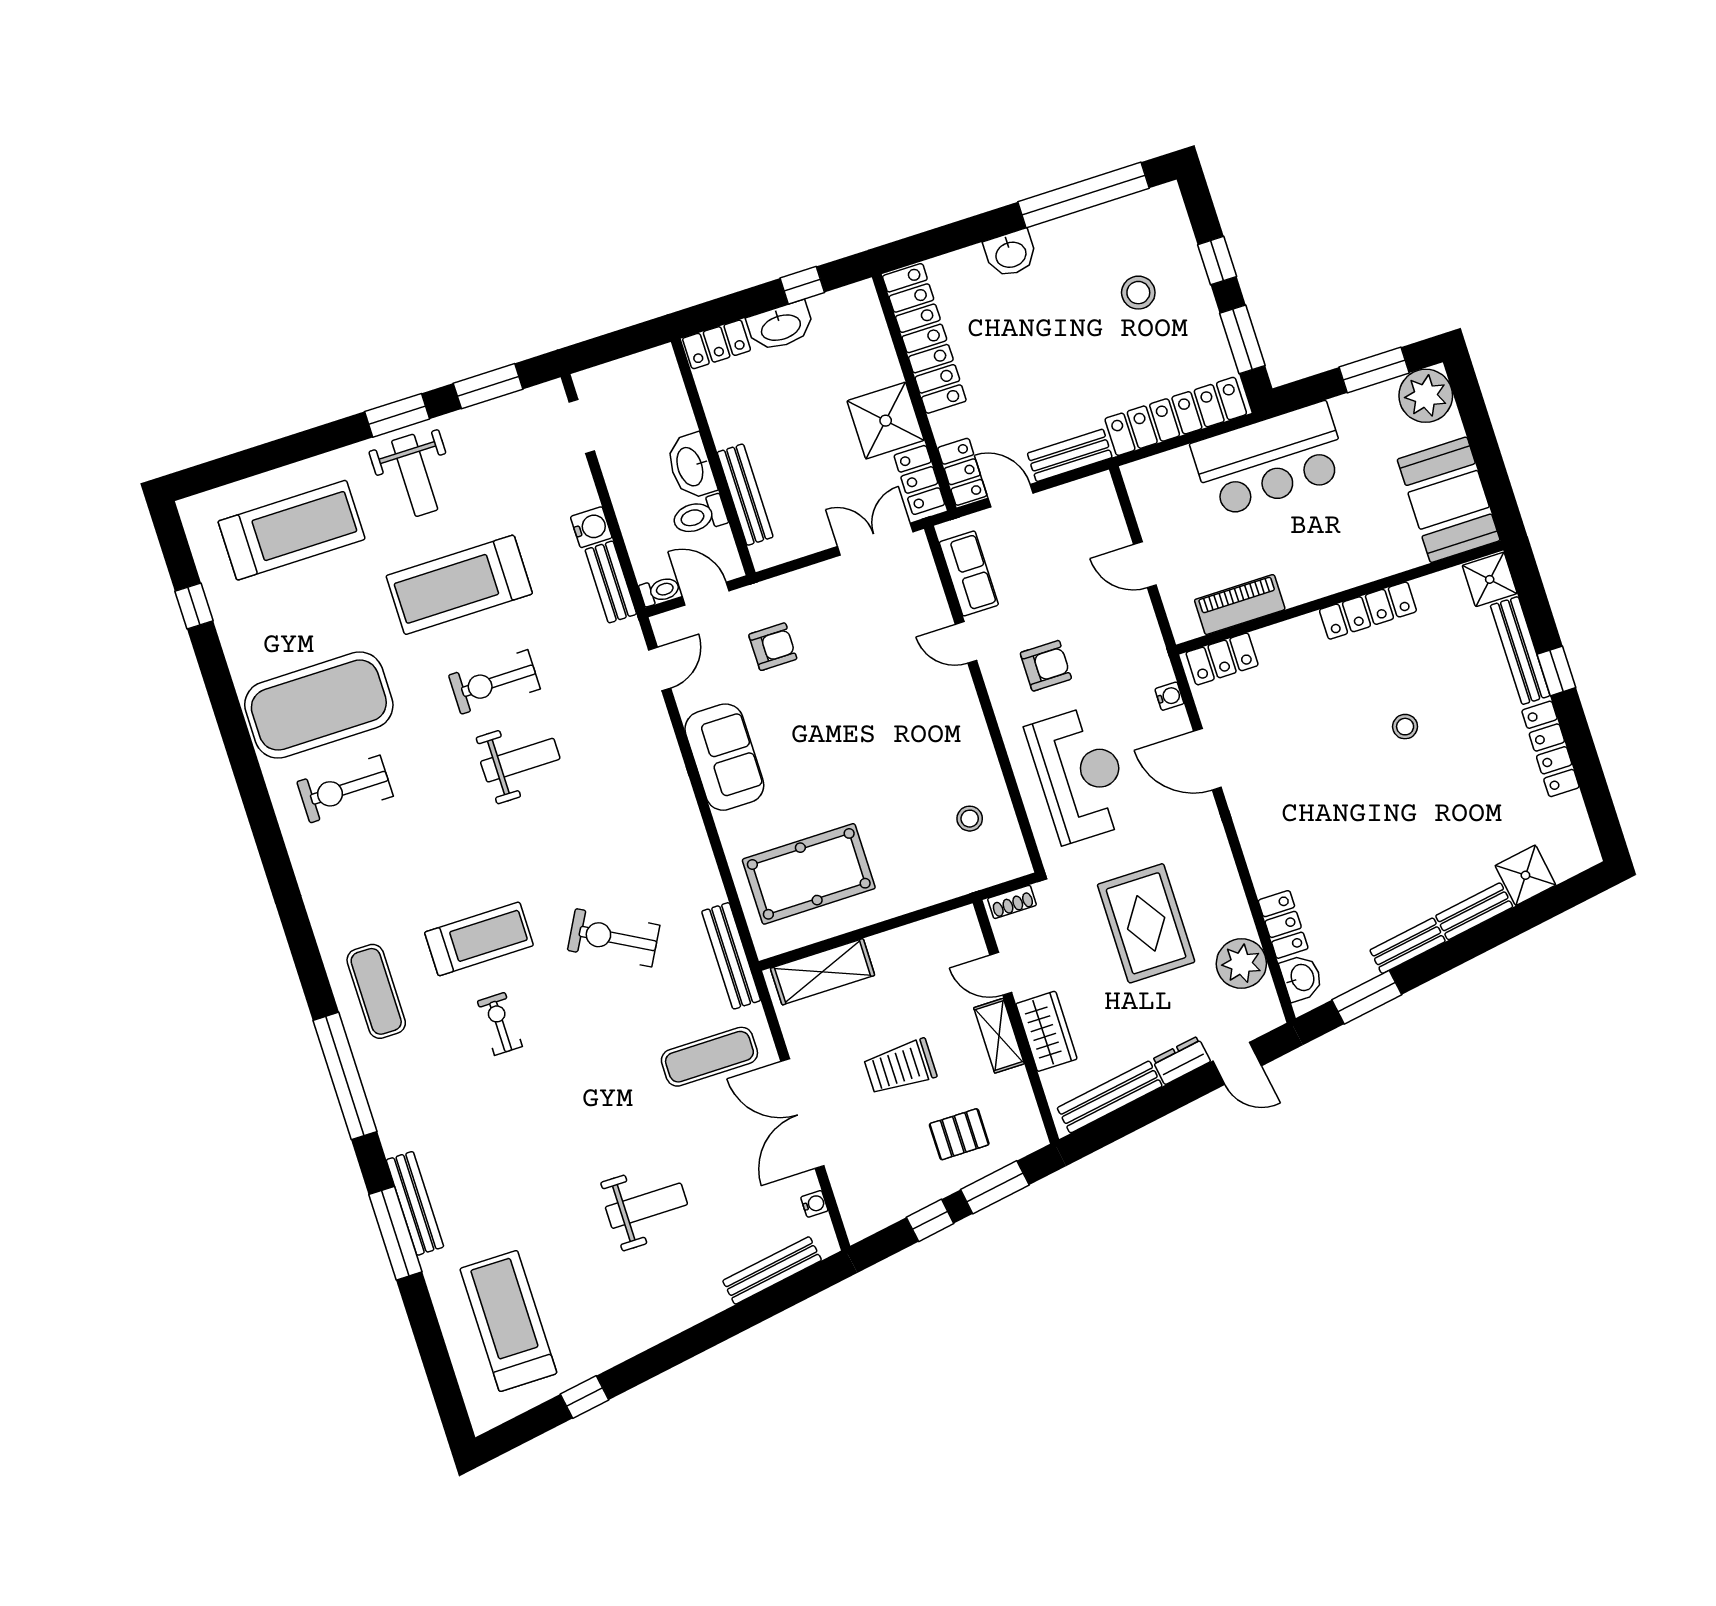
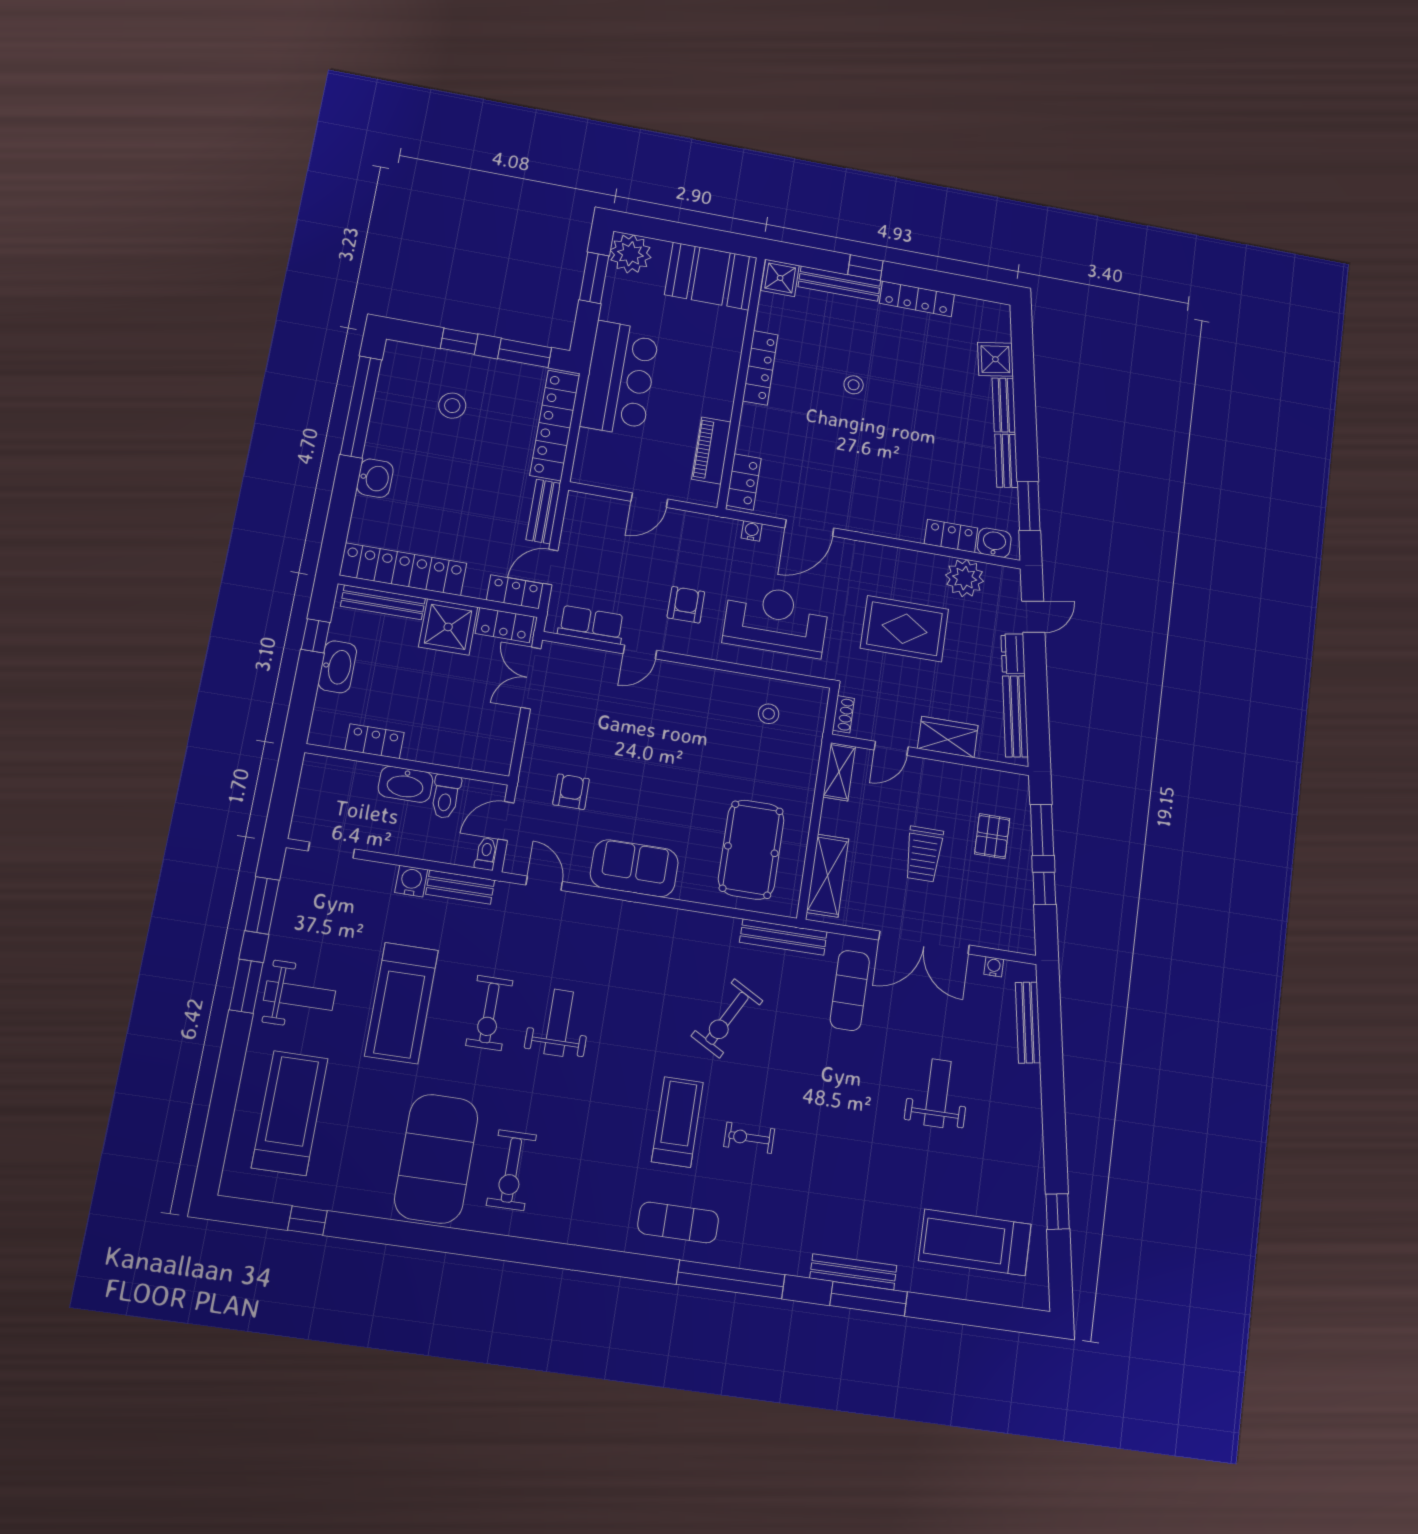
locker: (717, 344) -> (375, 741), moved, turned -90
bench: (745, 495) -> (383, 602), moved
shelving: (999, 1036) -> (839, 772), moved, turned 90

